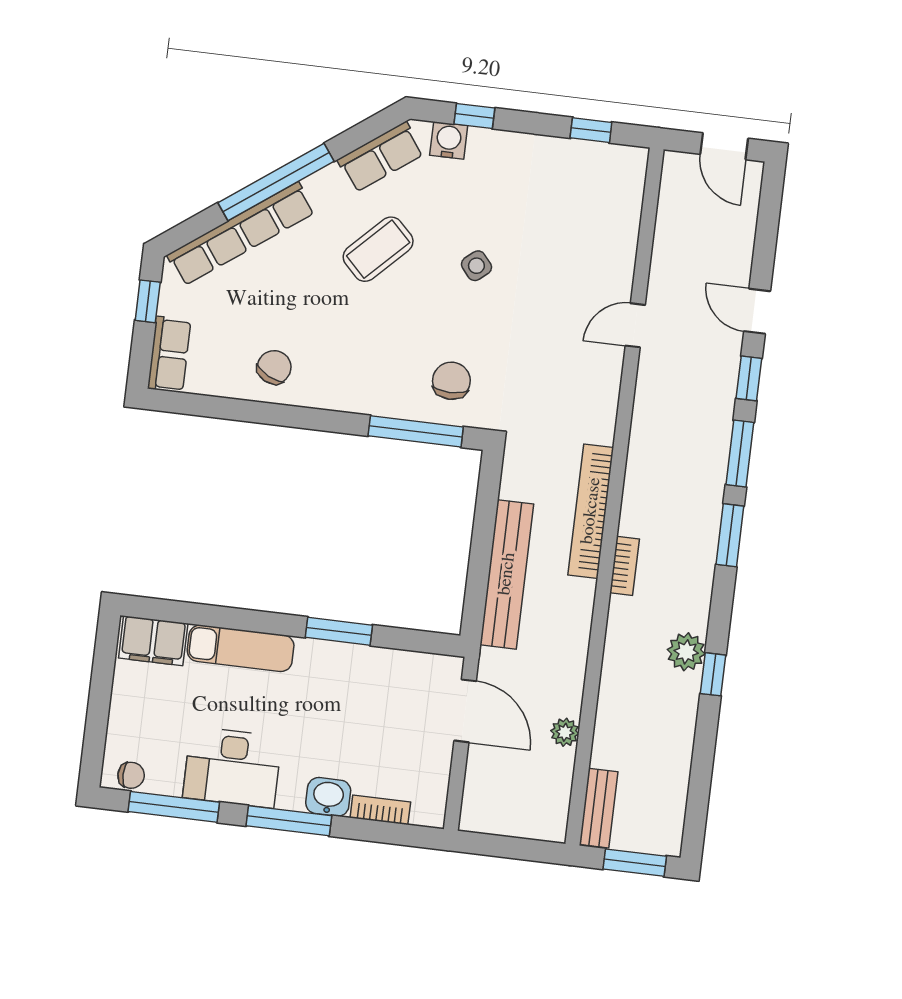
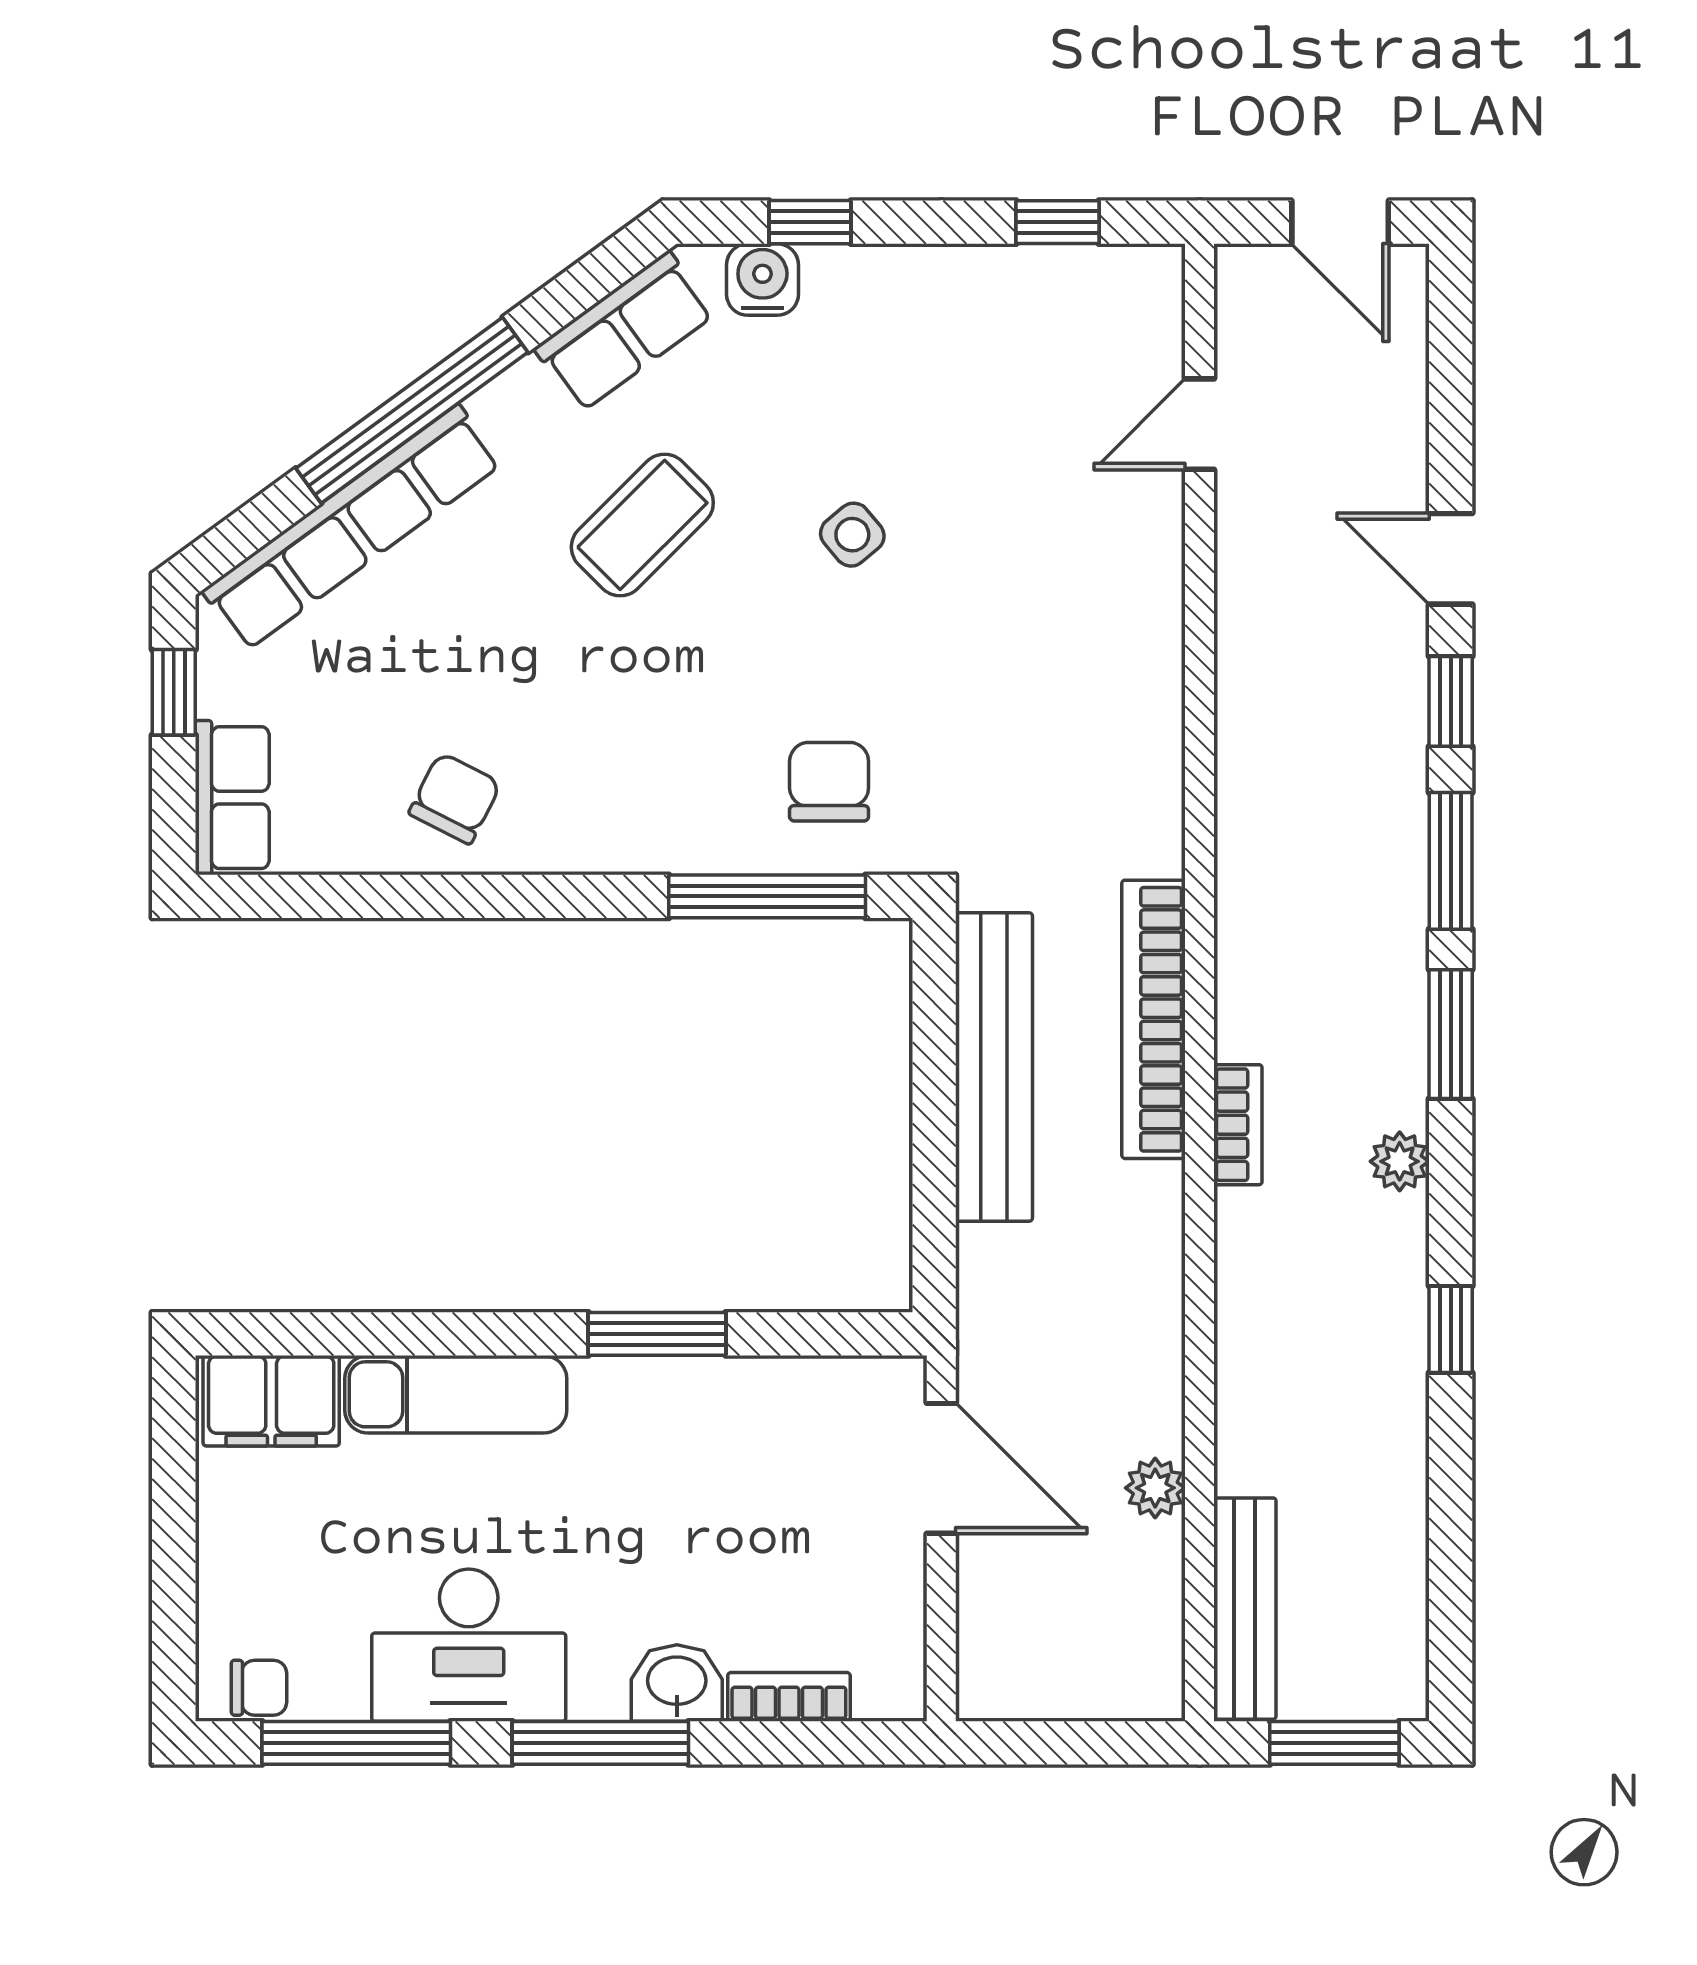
door: (635, 325) -> (1200, 424), moved
bench: (507, 574) -> (994, 1067), moved
plant: (686, 652) -> (1400, 1161), moved, width x0.73, depth x0.73
bench: (599, 808) -> (1245, 1609), width x1.36

